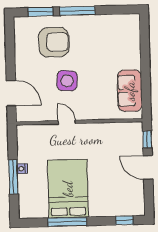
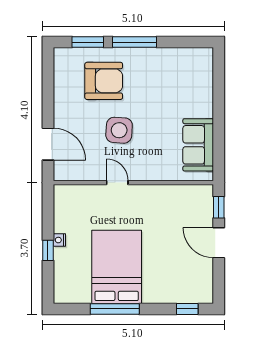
window: (13, 177) -> (48, 250), width x0.46

